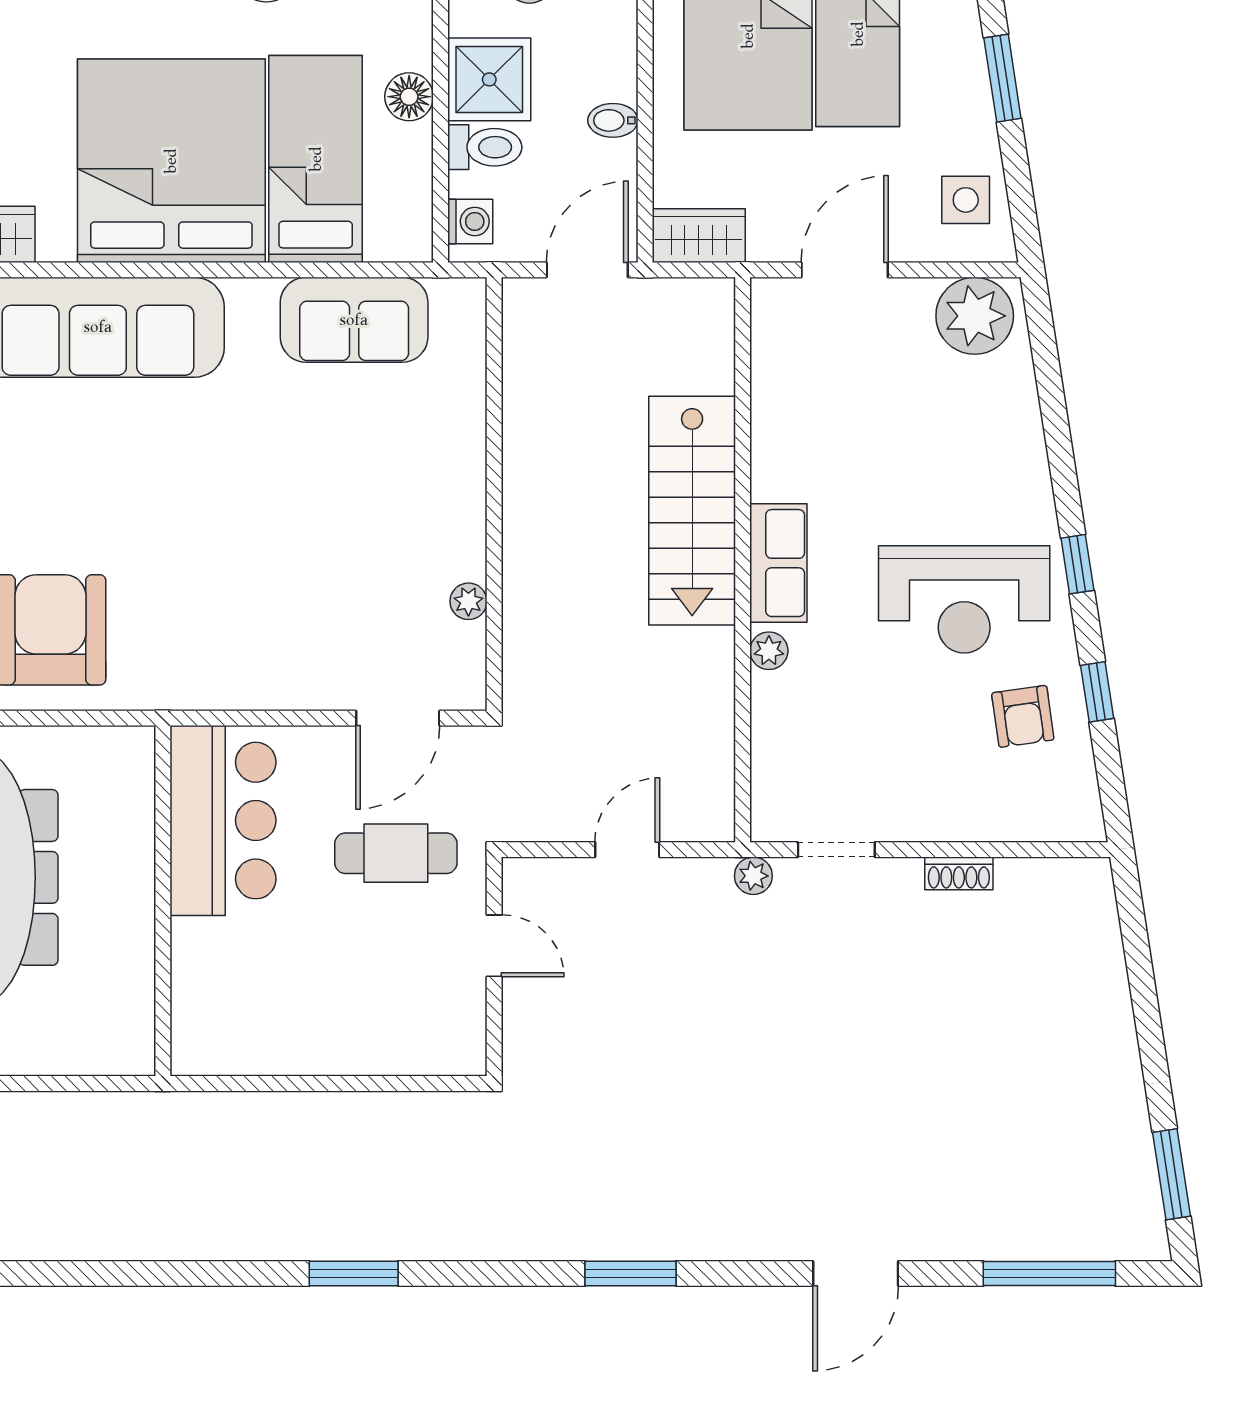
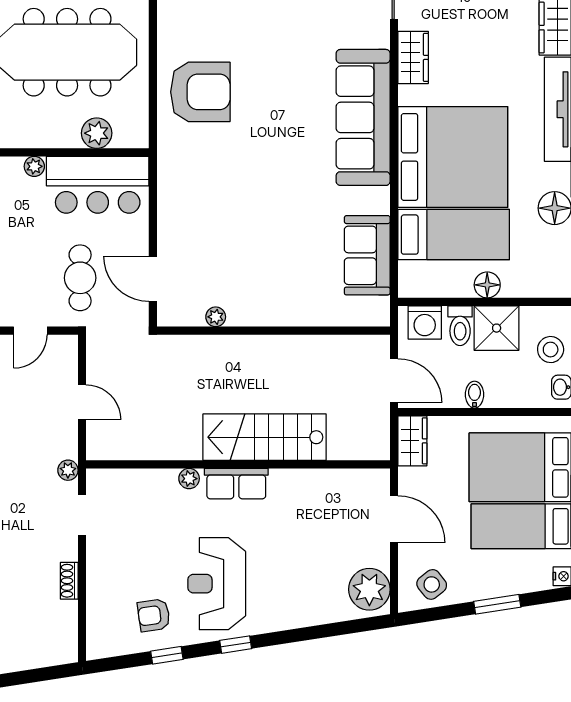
side table: (966, 200) -> (432, 584), turned -38
washing machine: (470, 221) -> (425, 322), width x1.38, depth x1.38
plant: (127, 822) -> (97, 133), added
plant: (189, 938) -> (34, 166), added

